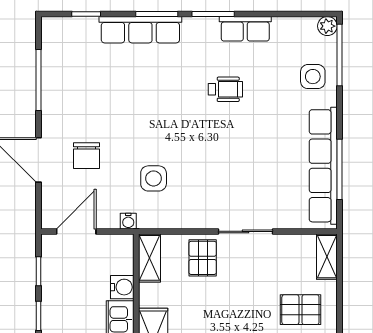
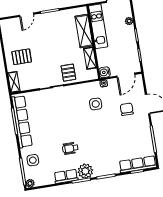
row of seats: (140, 30) -> (138, 164), moved
plant: (200, 33) -> (85, 171), added
shelving: (150, 258) -> (90, 58), moved
water cooler: (122, 287) -> (105, 72), moved

